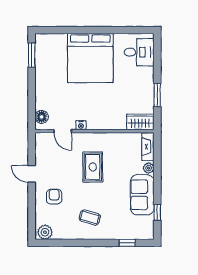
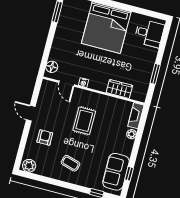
wardrobe: (140, 122) -> (119, 89), moved
sofa: (142, 195) -> (116, 172), moved

